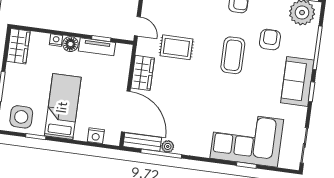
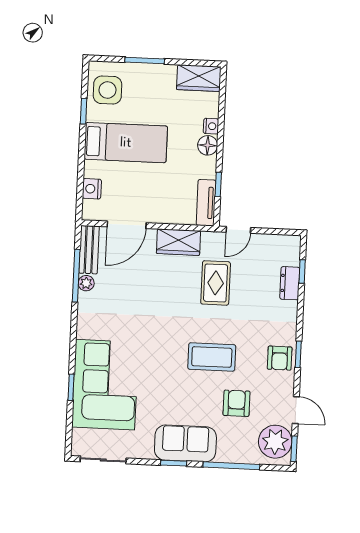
armchair: (270, 40) -> (237, 403), turned -90
tv unit: (97, 47) -> (206, 203), moved
door: (126, 111) -> (127, 225), width x0.73

